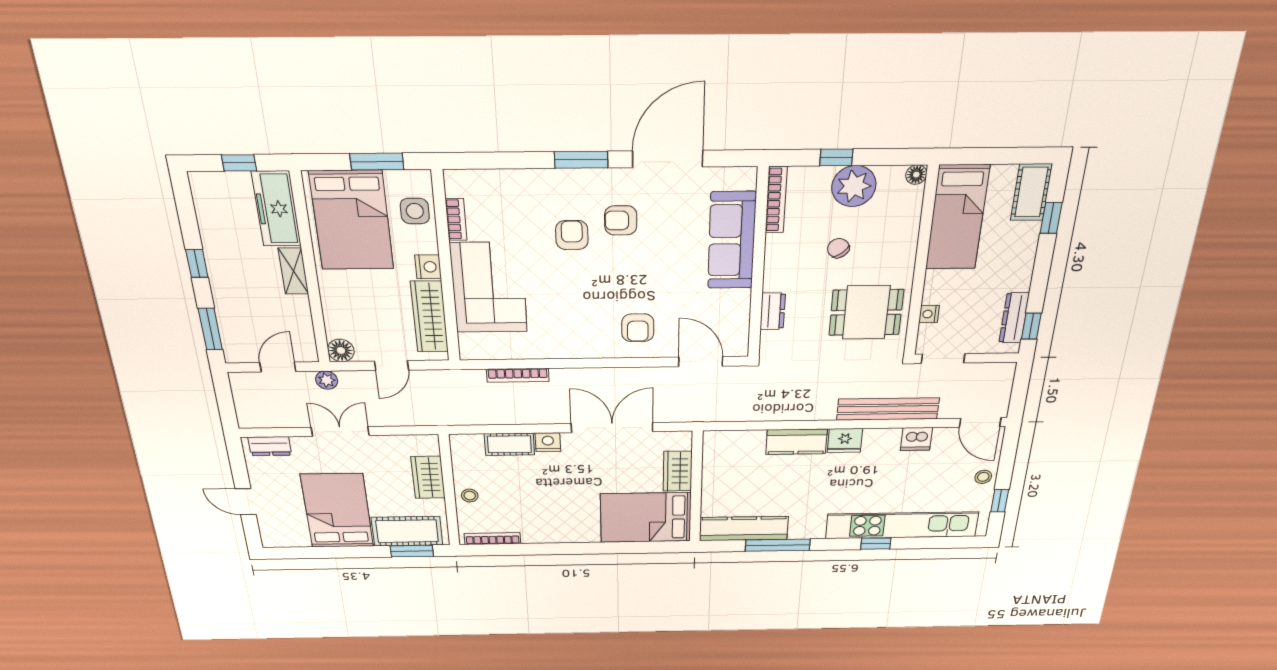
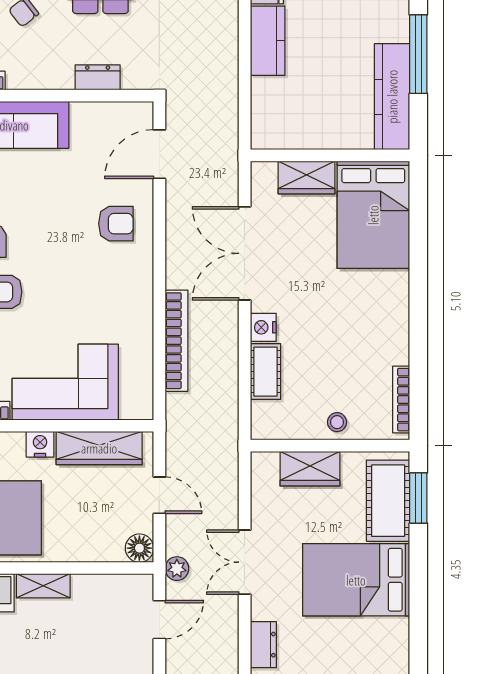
door: (278, 367) -> (159, 620), swing flipped
bookcase: (518, 375) -> (176, 341), width x1.48, depth x1.31

